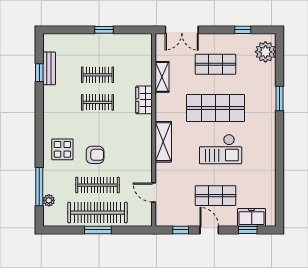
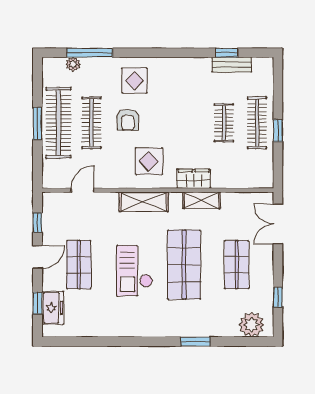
shelving: (162, 77) -> (202, 200), moved
clothes rail: (97, 102) -> (257, 123), moved, width x1.36
display table: (129, 137) -> (149, 161), added

